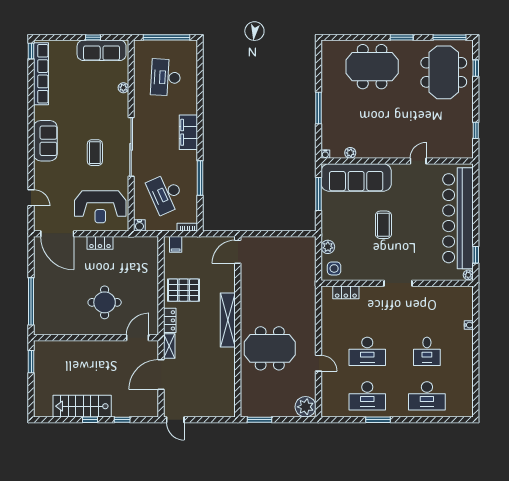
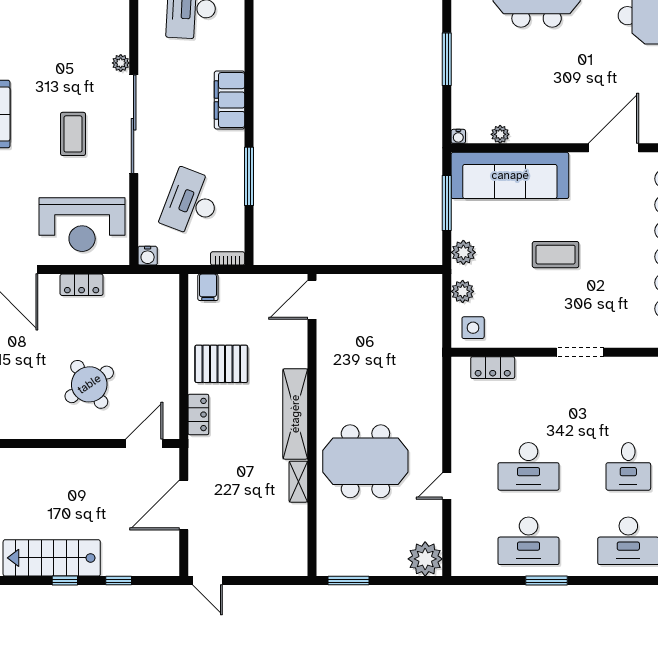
plant: (123, 88) -> (121, 63), moved
door: (418, 161) -> (613, 148), width x1.88
desk: (166, 194) -> (191, 203), turned 45
plant: (328, 223) -> (463, 252), added
coffee table: (383, 225) -> (556, 255), turned 90
round table: (105, 302) -> (89, 384), turned -34
shelving: (169, 346) -> (298, 482), moved
door: (318, 363) -> (447, 486), swing flipped

